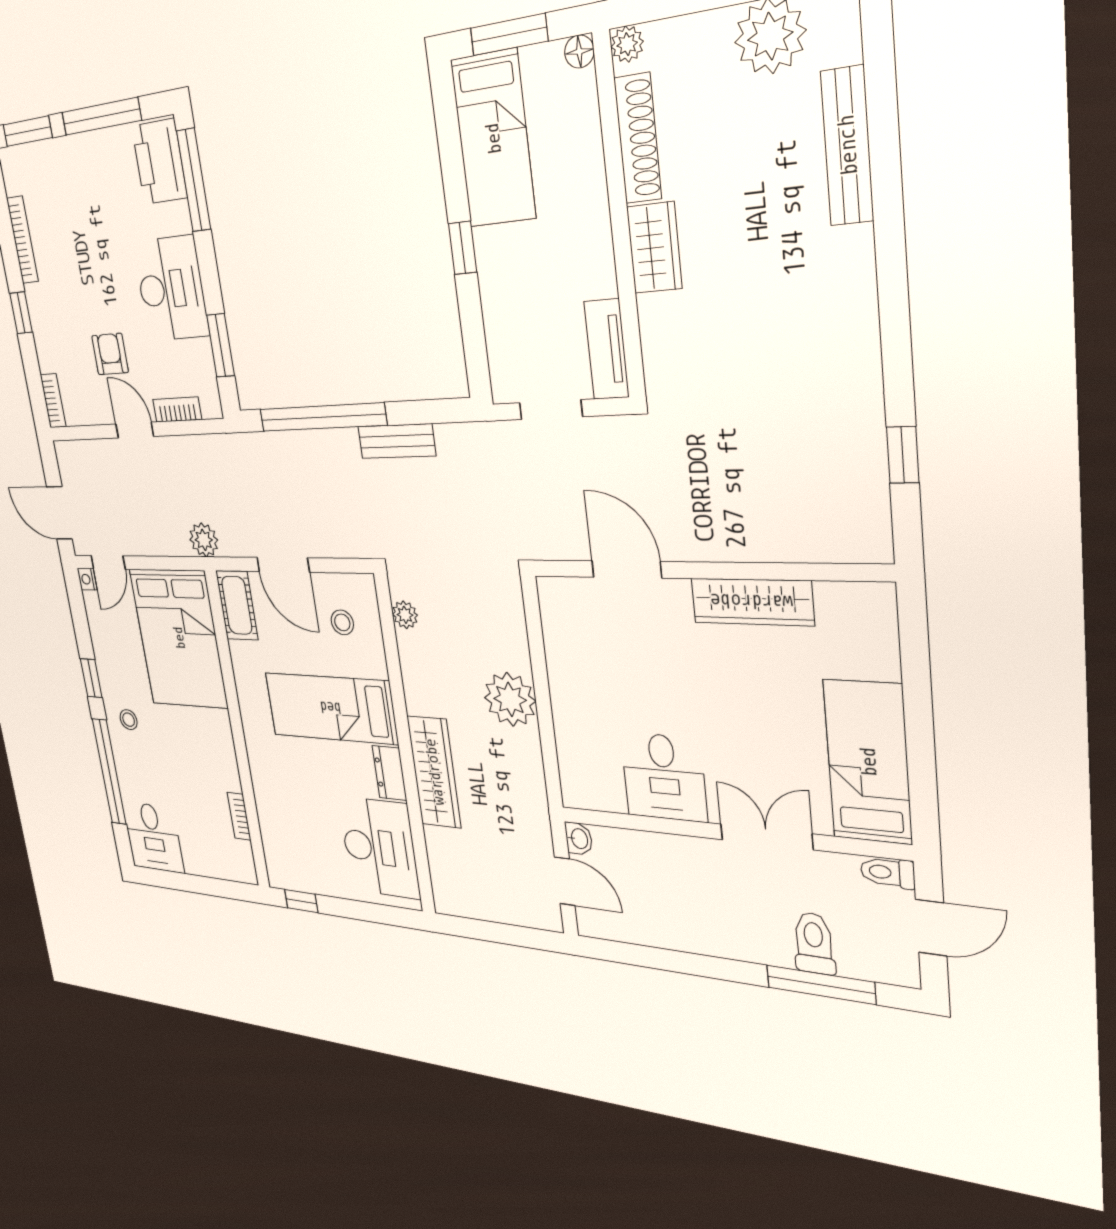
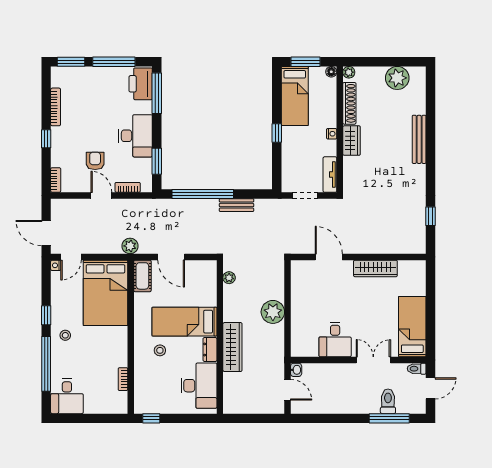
bench: (847, 146) -> (419, 139), moved
nightstand: (599, 234) -> (332, 134), added
stool: (342, 622) -> (160, 350), moved

